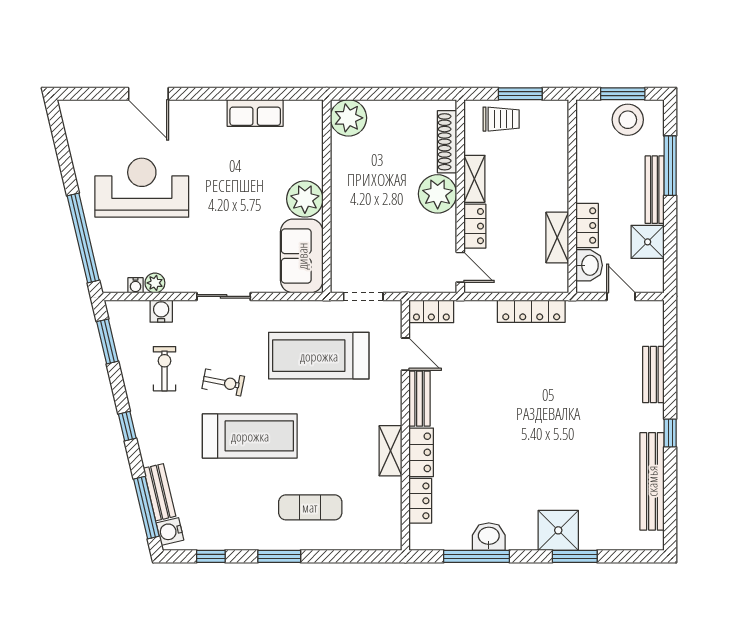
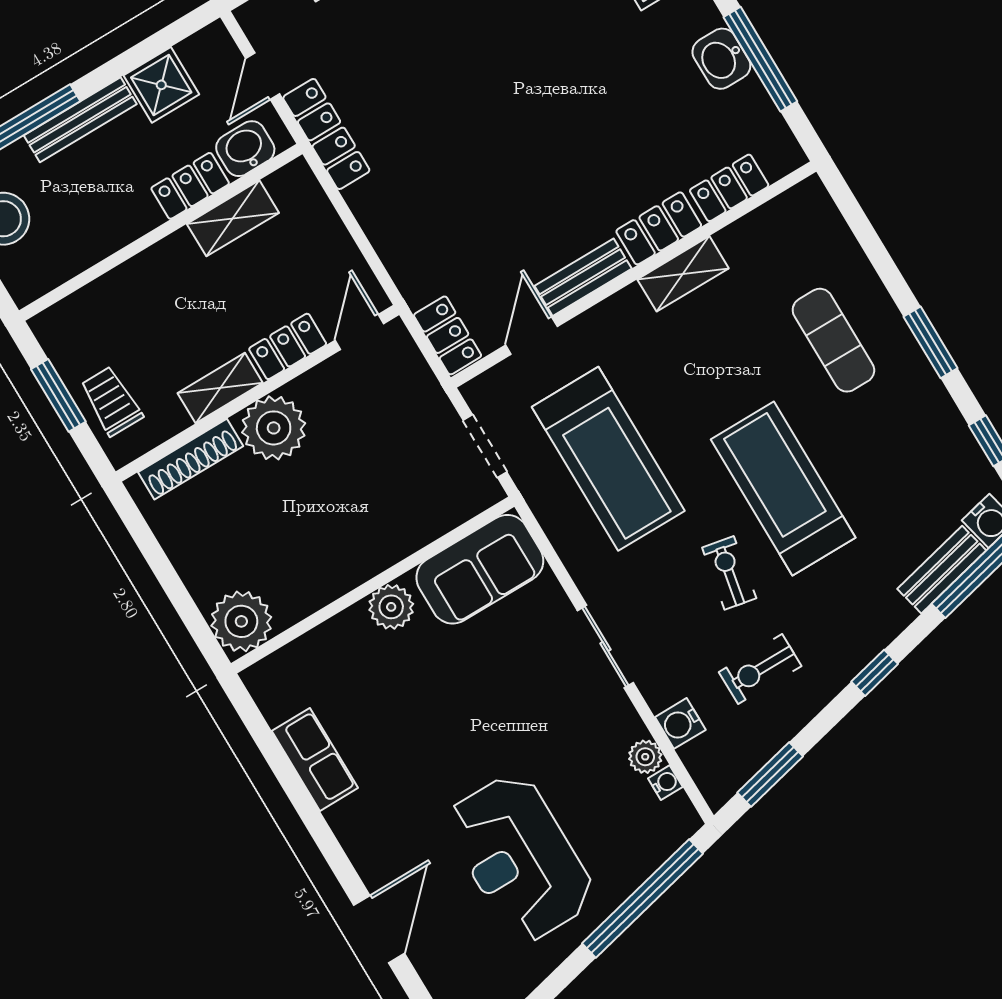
plant: (305, 199) -> (391, 607), width x0.73, depth x0.73
locker: (531, 311) -> (326, 134), moved

